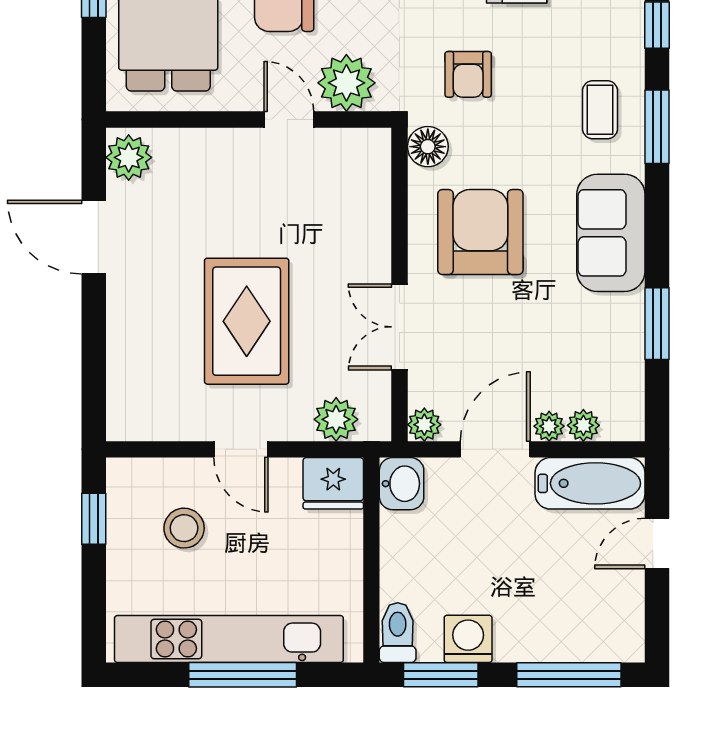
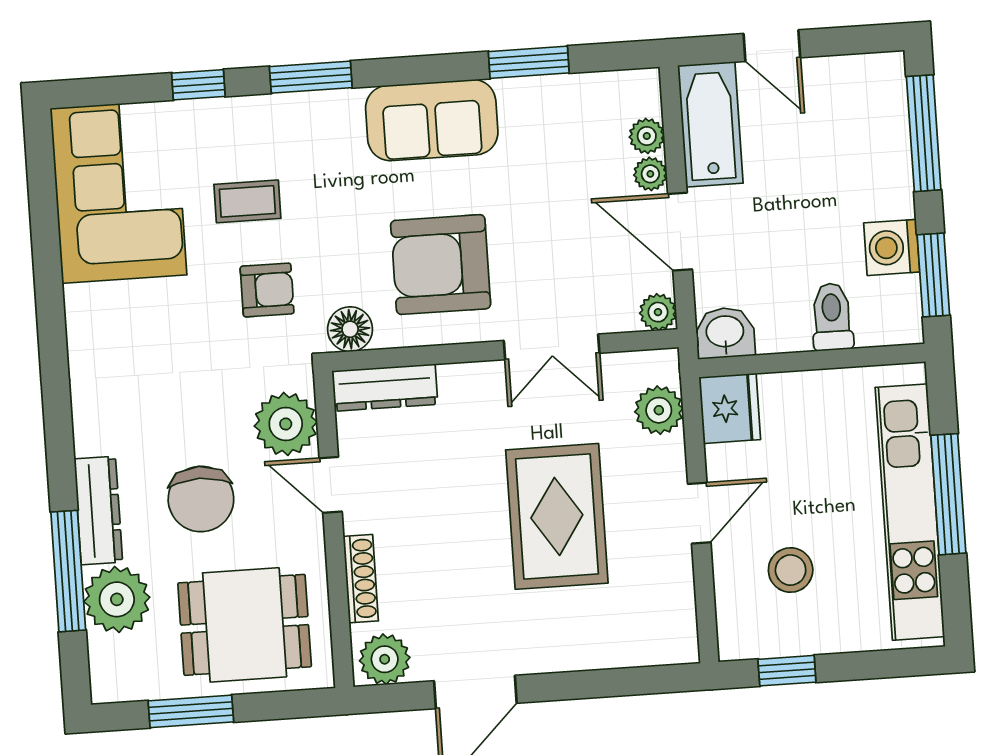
coffee table: (600, 110) -> (247, 201), moved
door: (289, 120) -> (331, 485), hinge flipped
shoe rack: (203, 141) -> (361, 579), added
dresser: (373, 174) -> (385, 388), added
rug: (247, 321) -> (557, 516), turned 90
toilet: (398, 633) -> (832, 317), moved, turned 90

